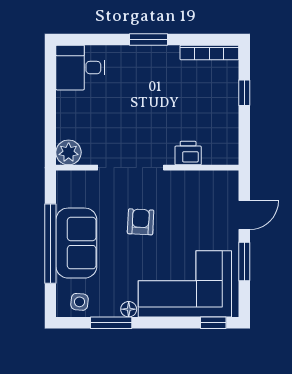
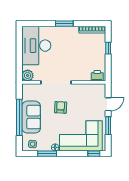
desk: (80, 68) -> (36, 46), width x1.87, depth x1.30
printer: (188, 153) -> (97, 76), moved

